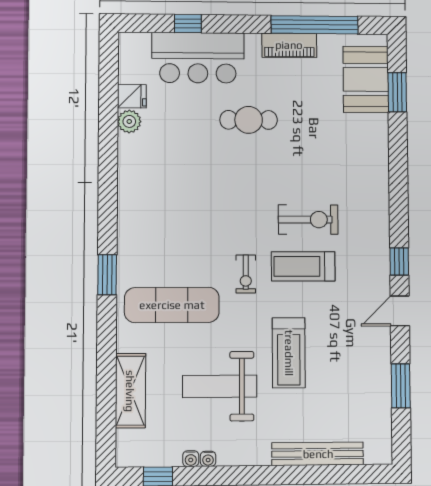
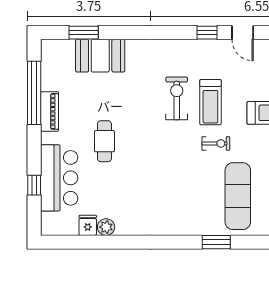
booth: (366, 79) -> (100, 56), moved

